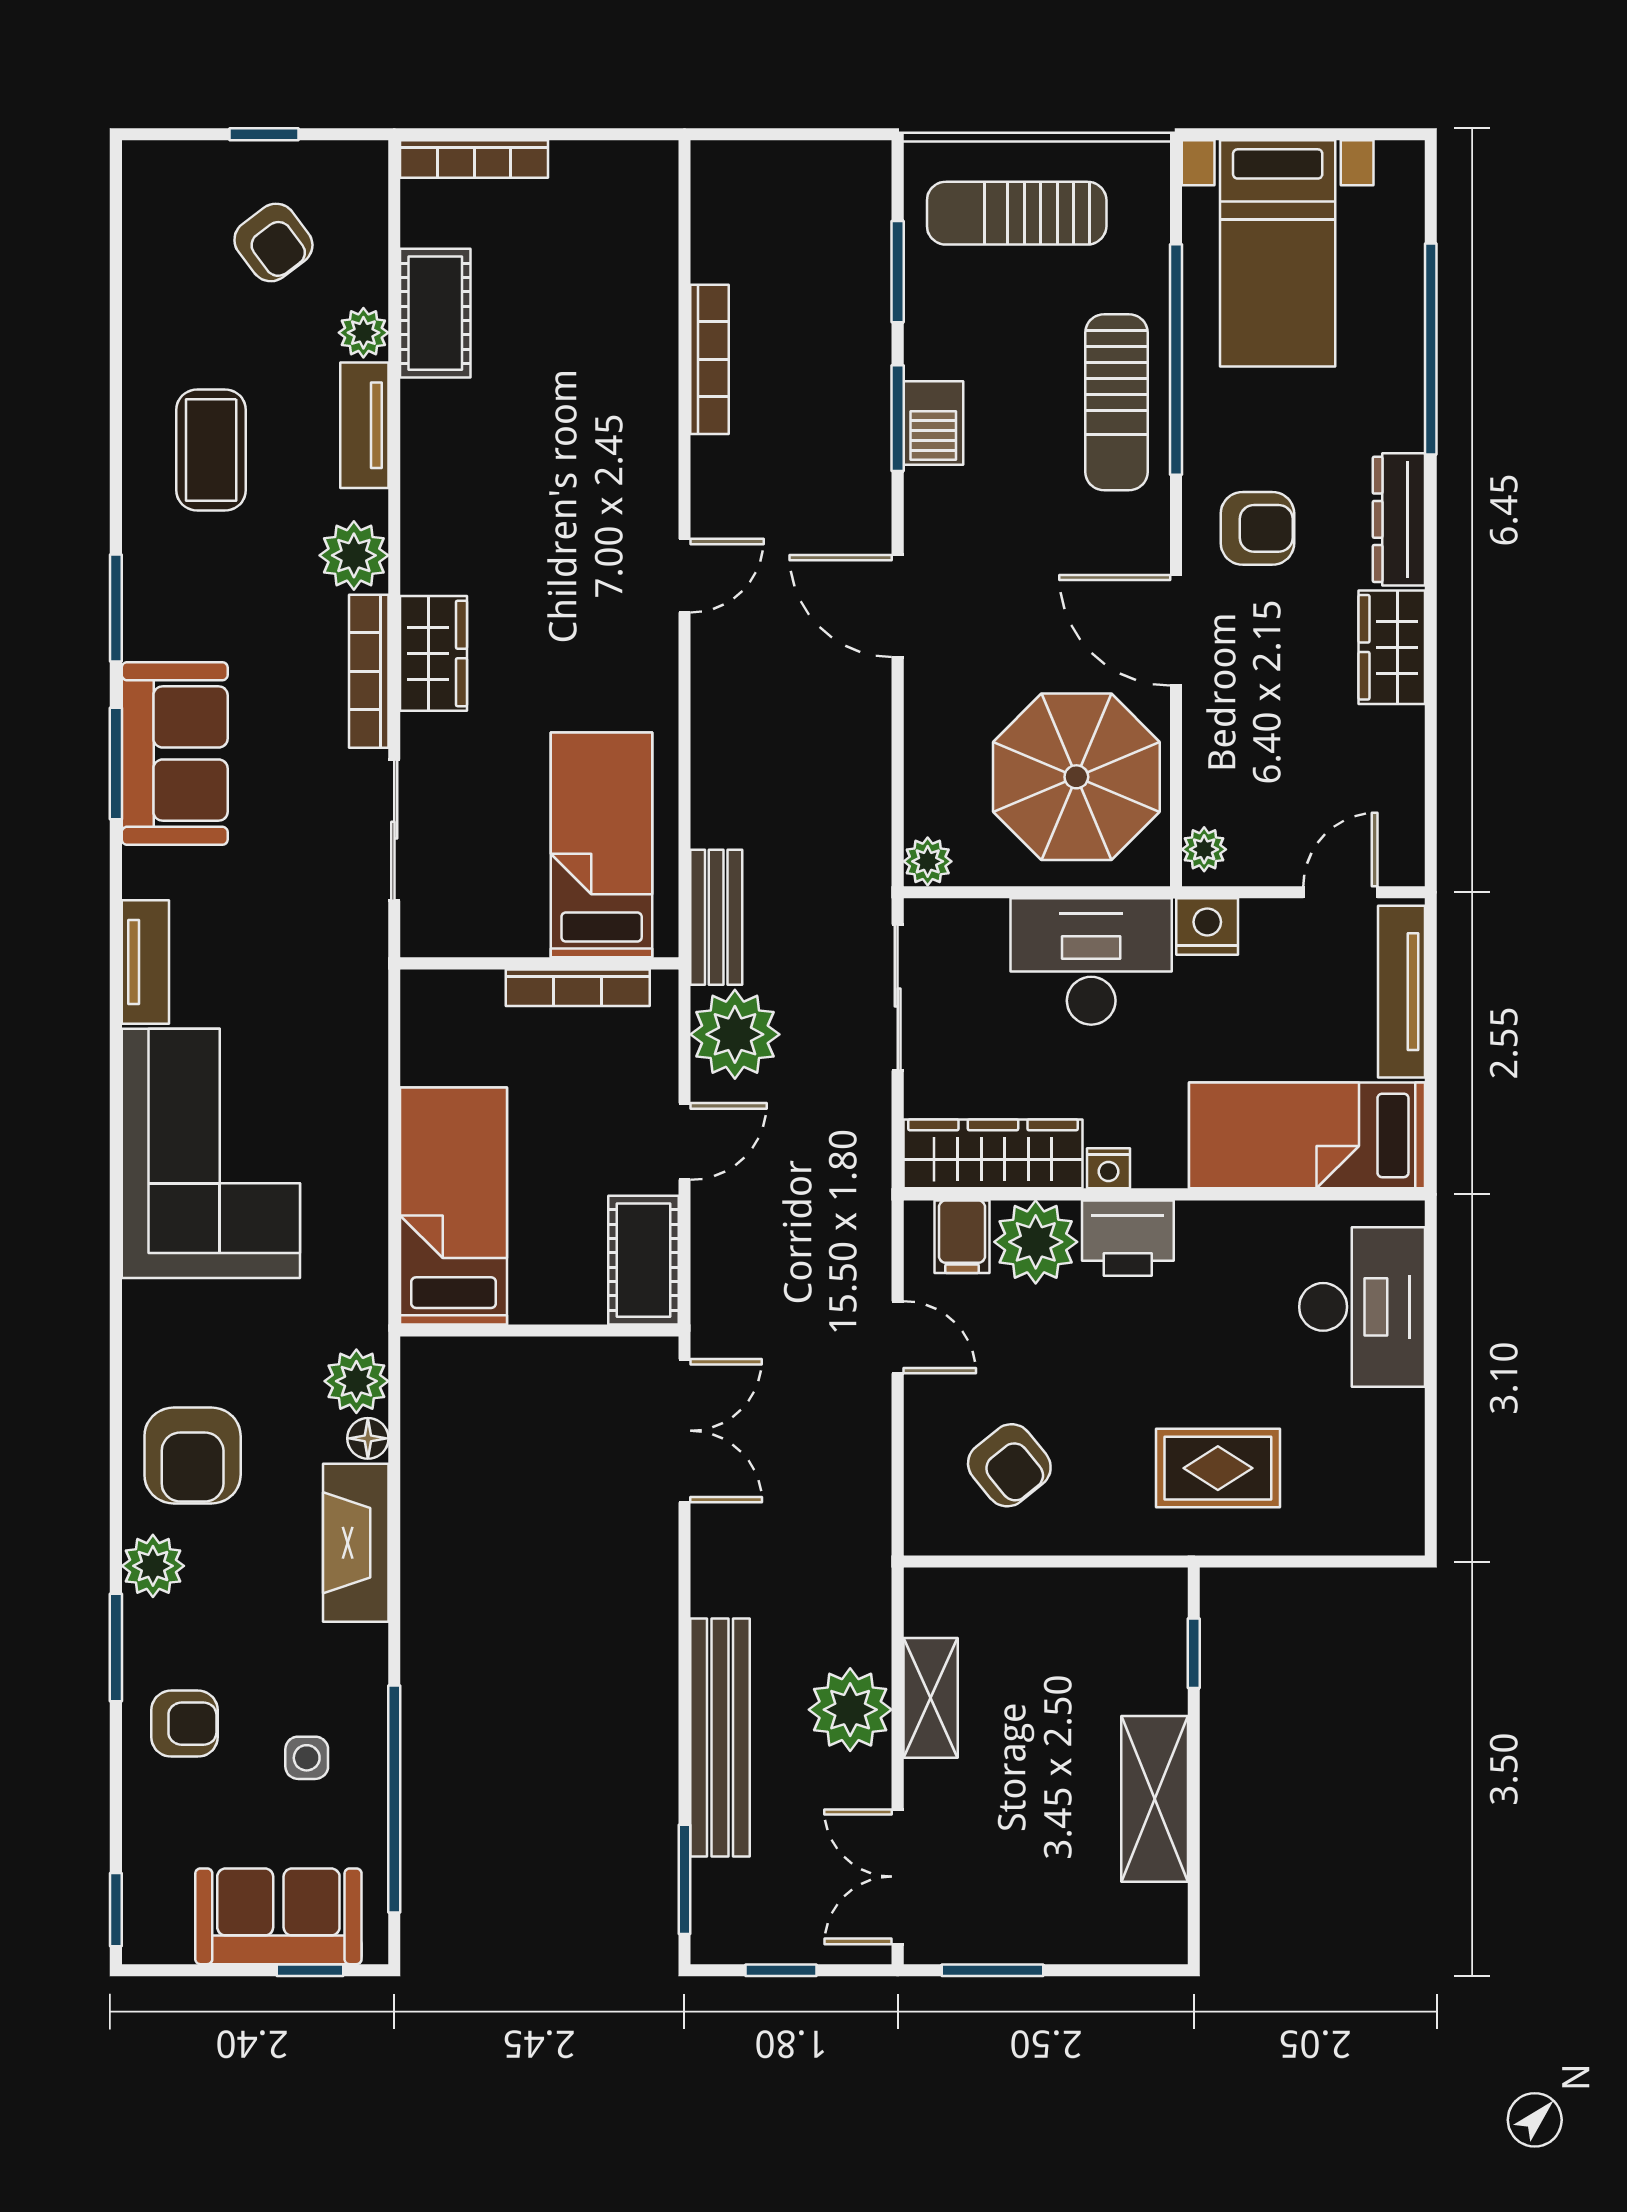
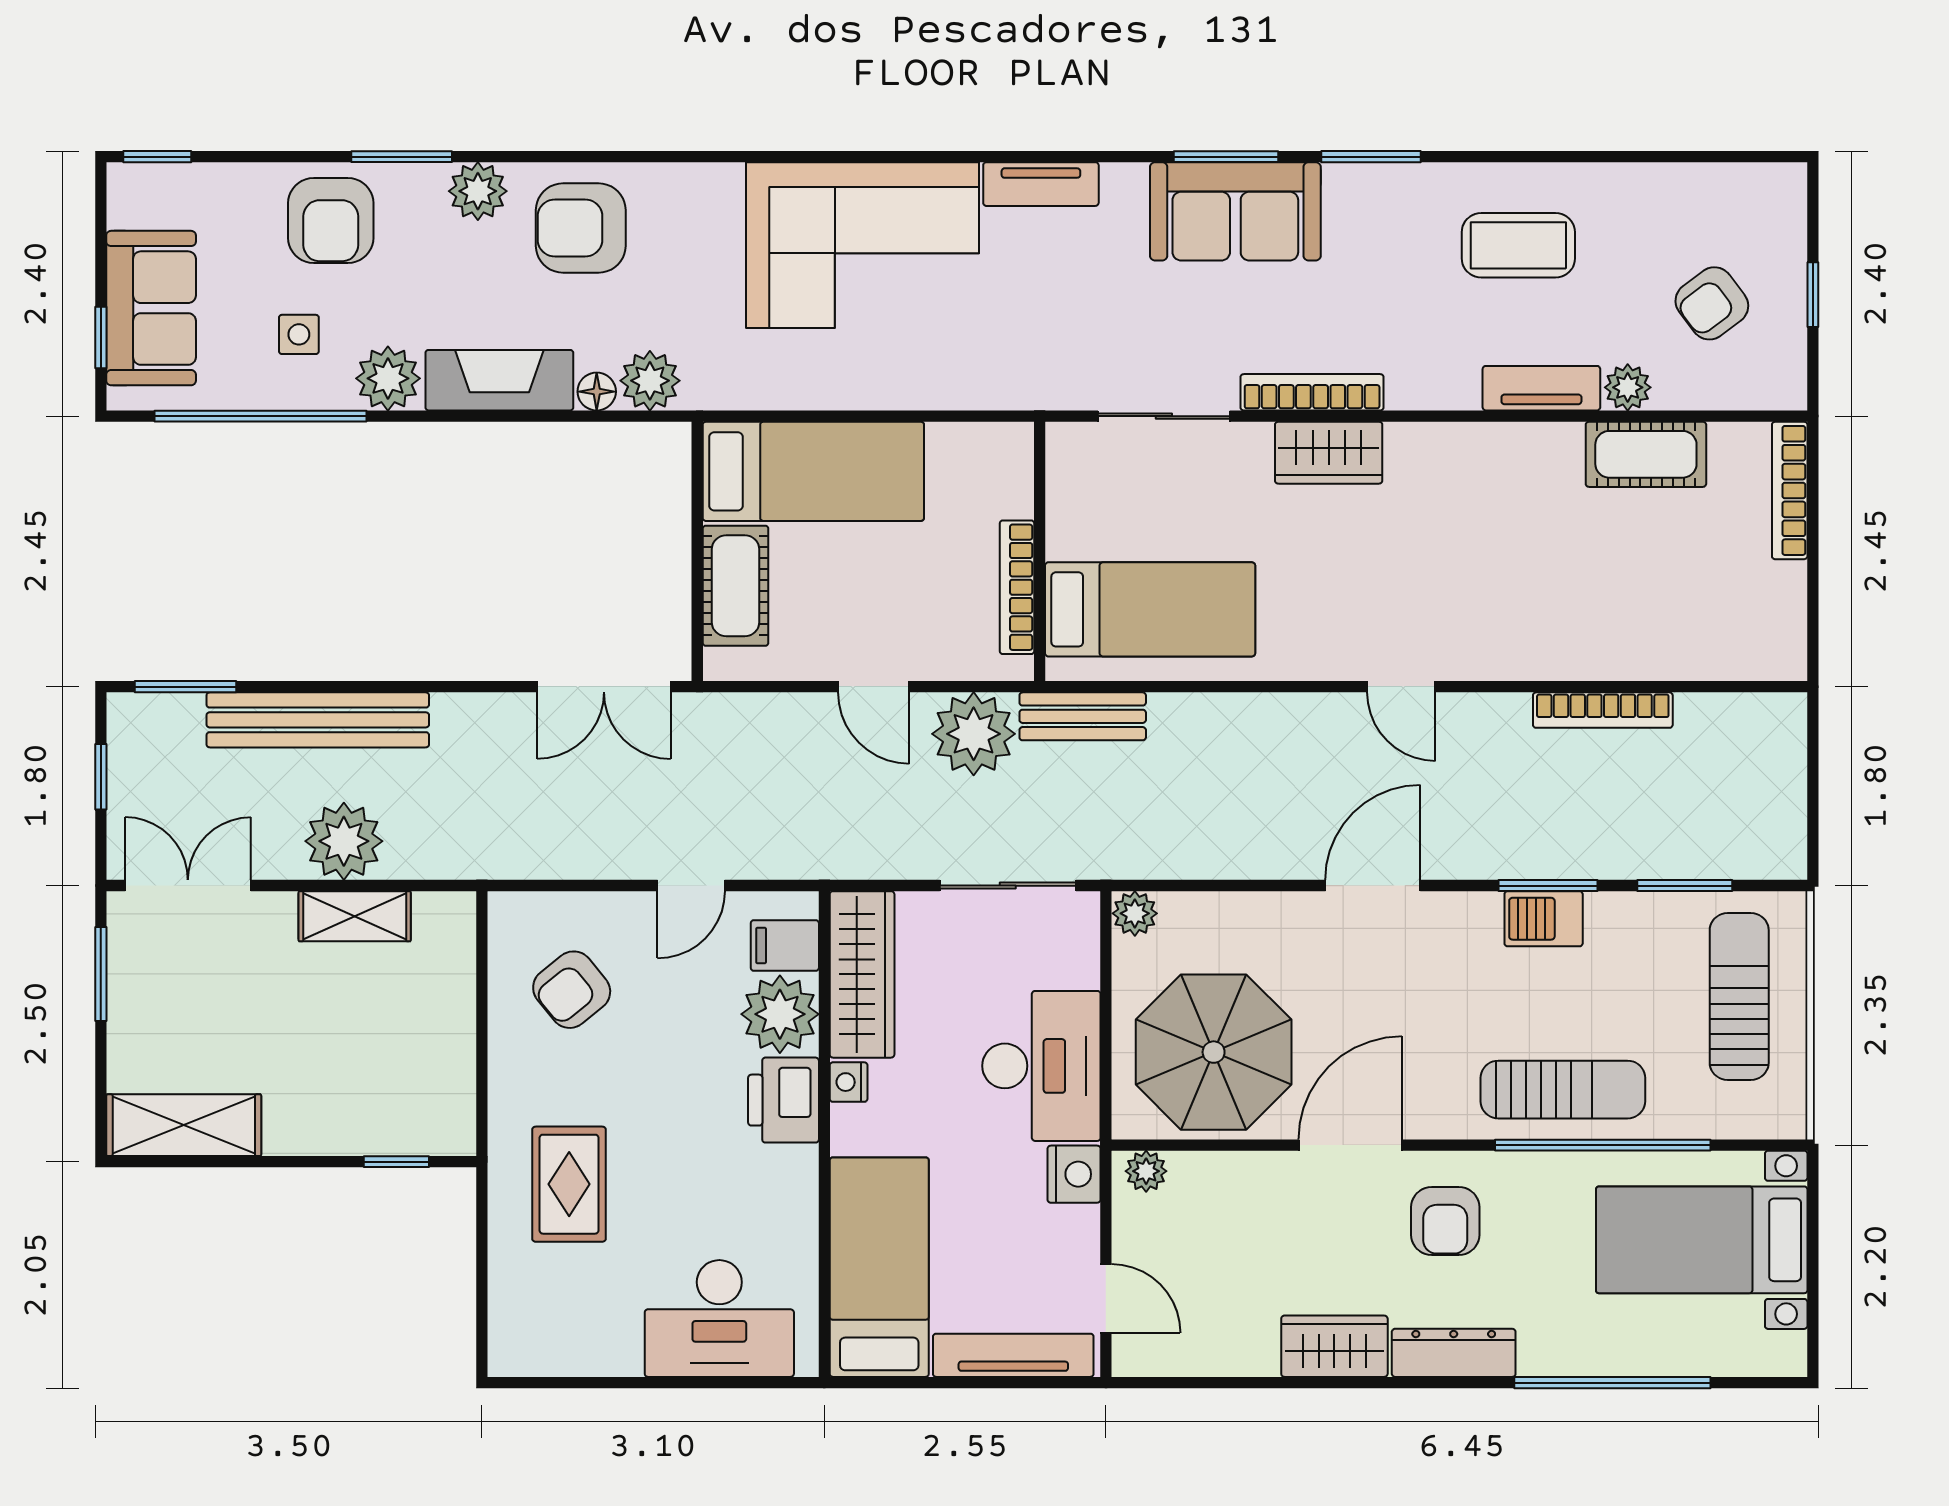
sun lounger: (1117, 402) -> (1563, 1090), turned 180
plant: (354, 555) -> (388, 378), moved
cot: (643, 1260) -> (736, 586), moved, turned 90
armchair: (184, 1724) -> (331, 220), width x1.38, depth x1.38
shelving: (1155, 1799) -> (184, 1125), moved

